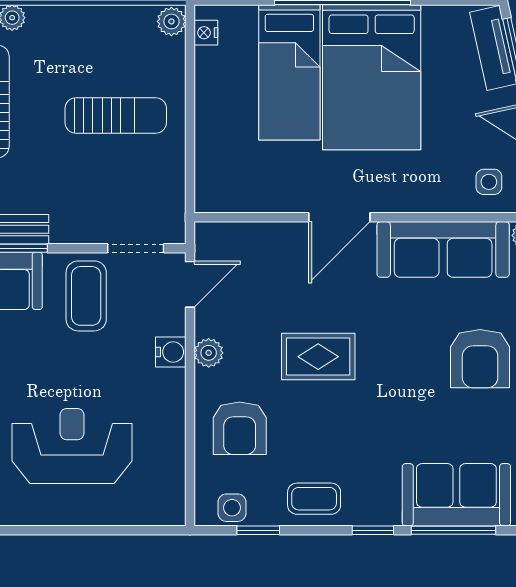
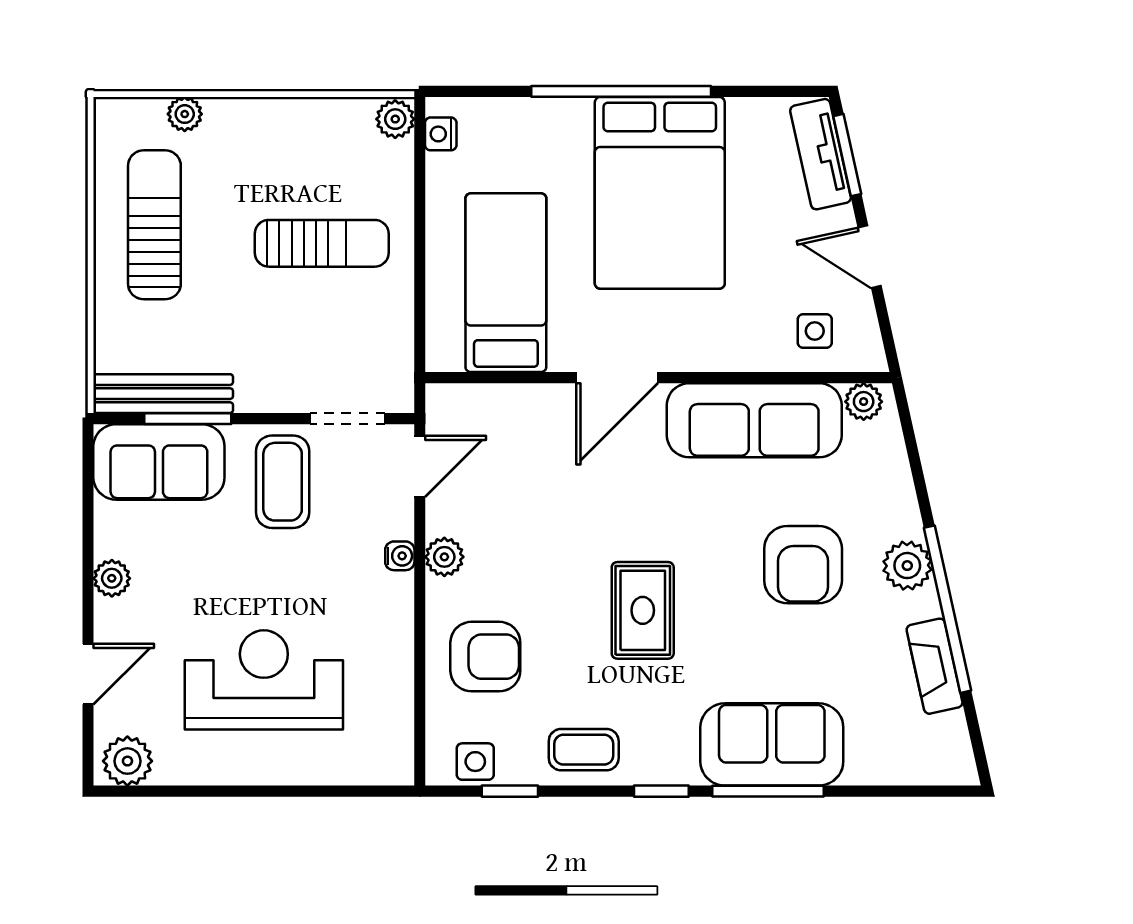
bed: (289, 72) -> (506, 283), moved, turned 180
water cooler: (171, 352) -> (400, 556), width x0.72, depth x0.72
rug: (318, 357) -> (643, 610), moved, turned 90
armchair: (240, 428) -> (485, 657), turned -90

